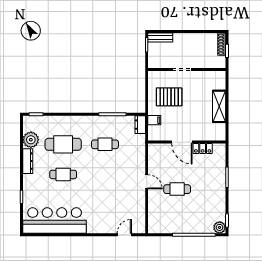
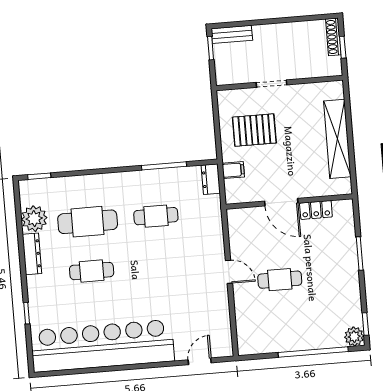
shelving: (219, 106) -> (337, 139), width x1.47
bar counter: (55, 221) -> (102, 346), width x1.36

